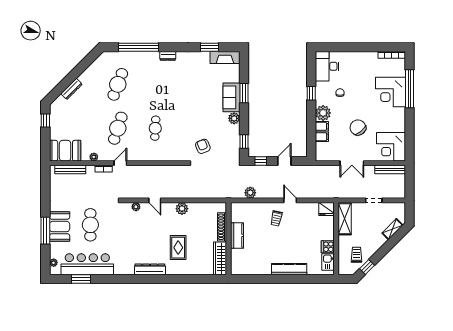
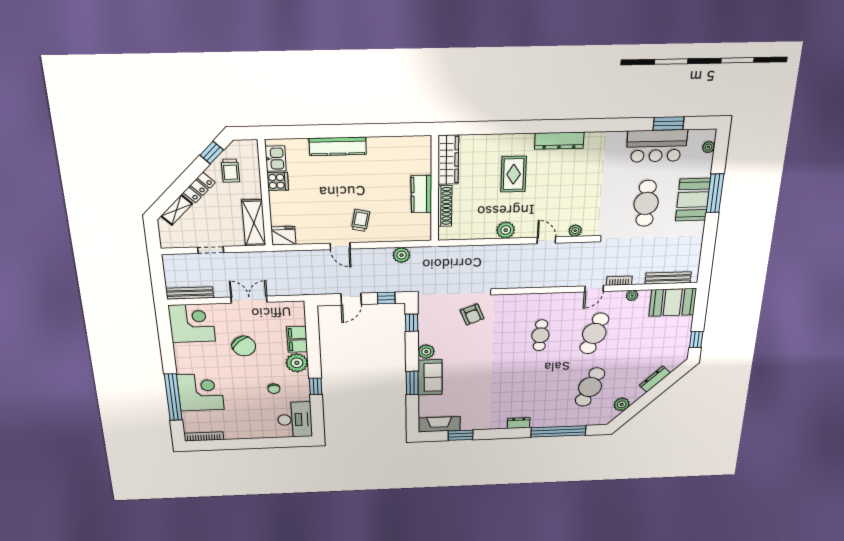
plant: (94, 69) -> (622, 404), added
locker: (377, 244) -> (199, 187), added
bar counter: (87, 264) -> (657, 146), width x0.73

